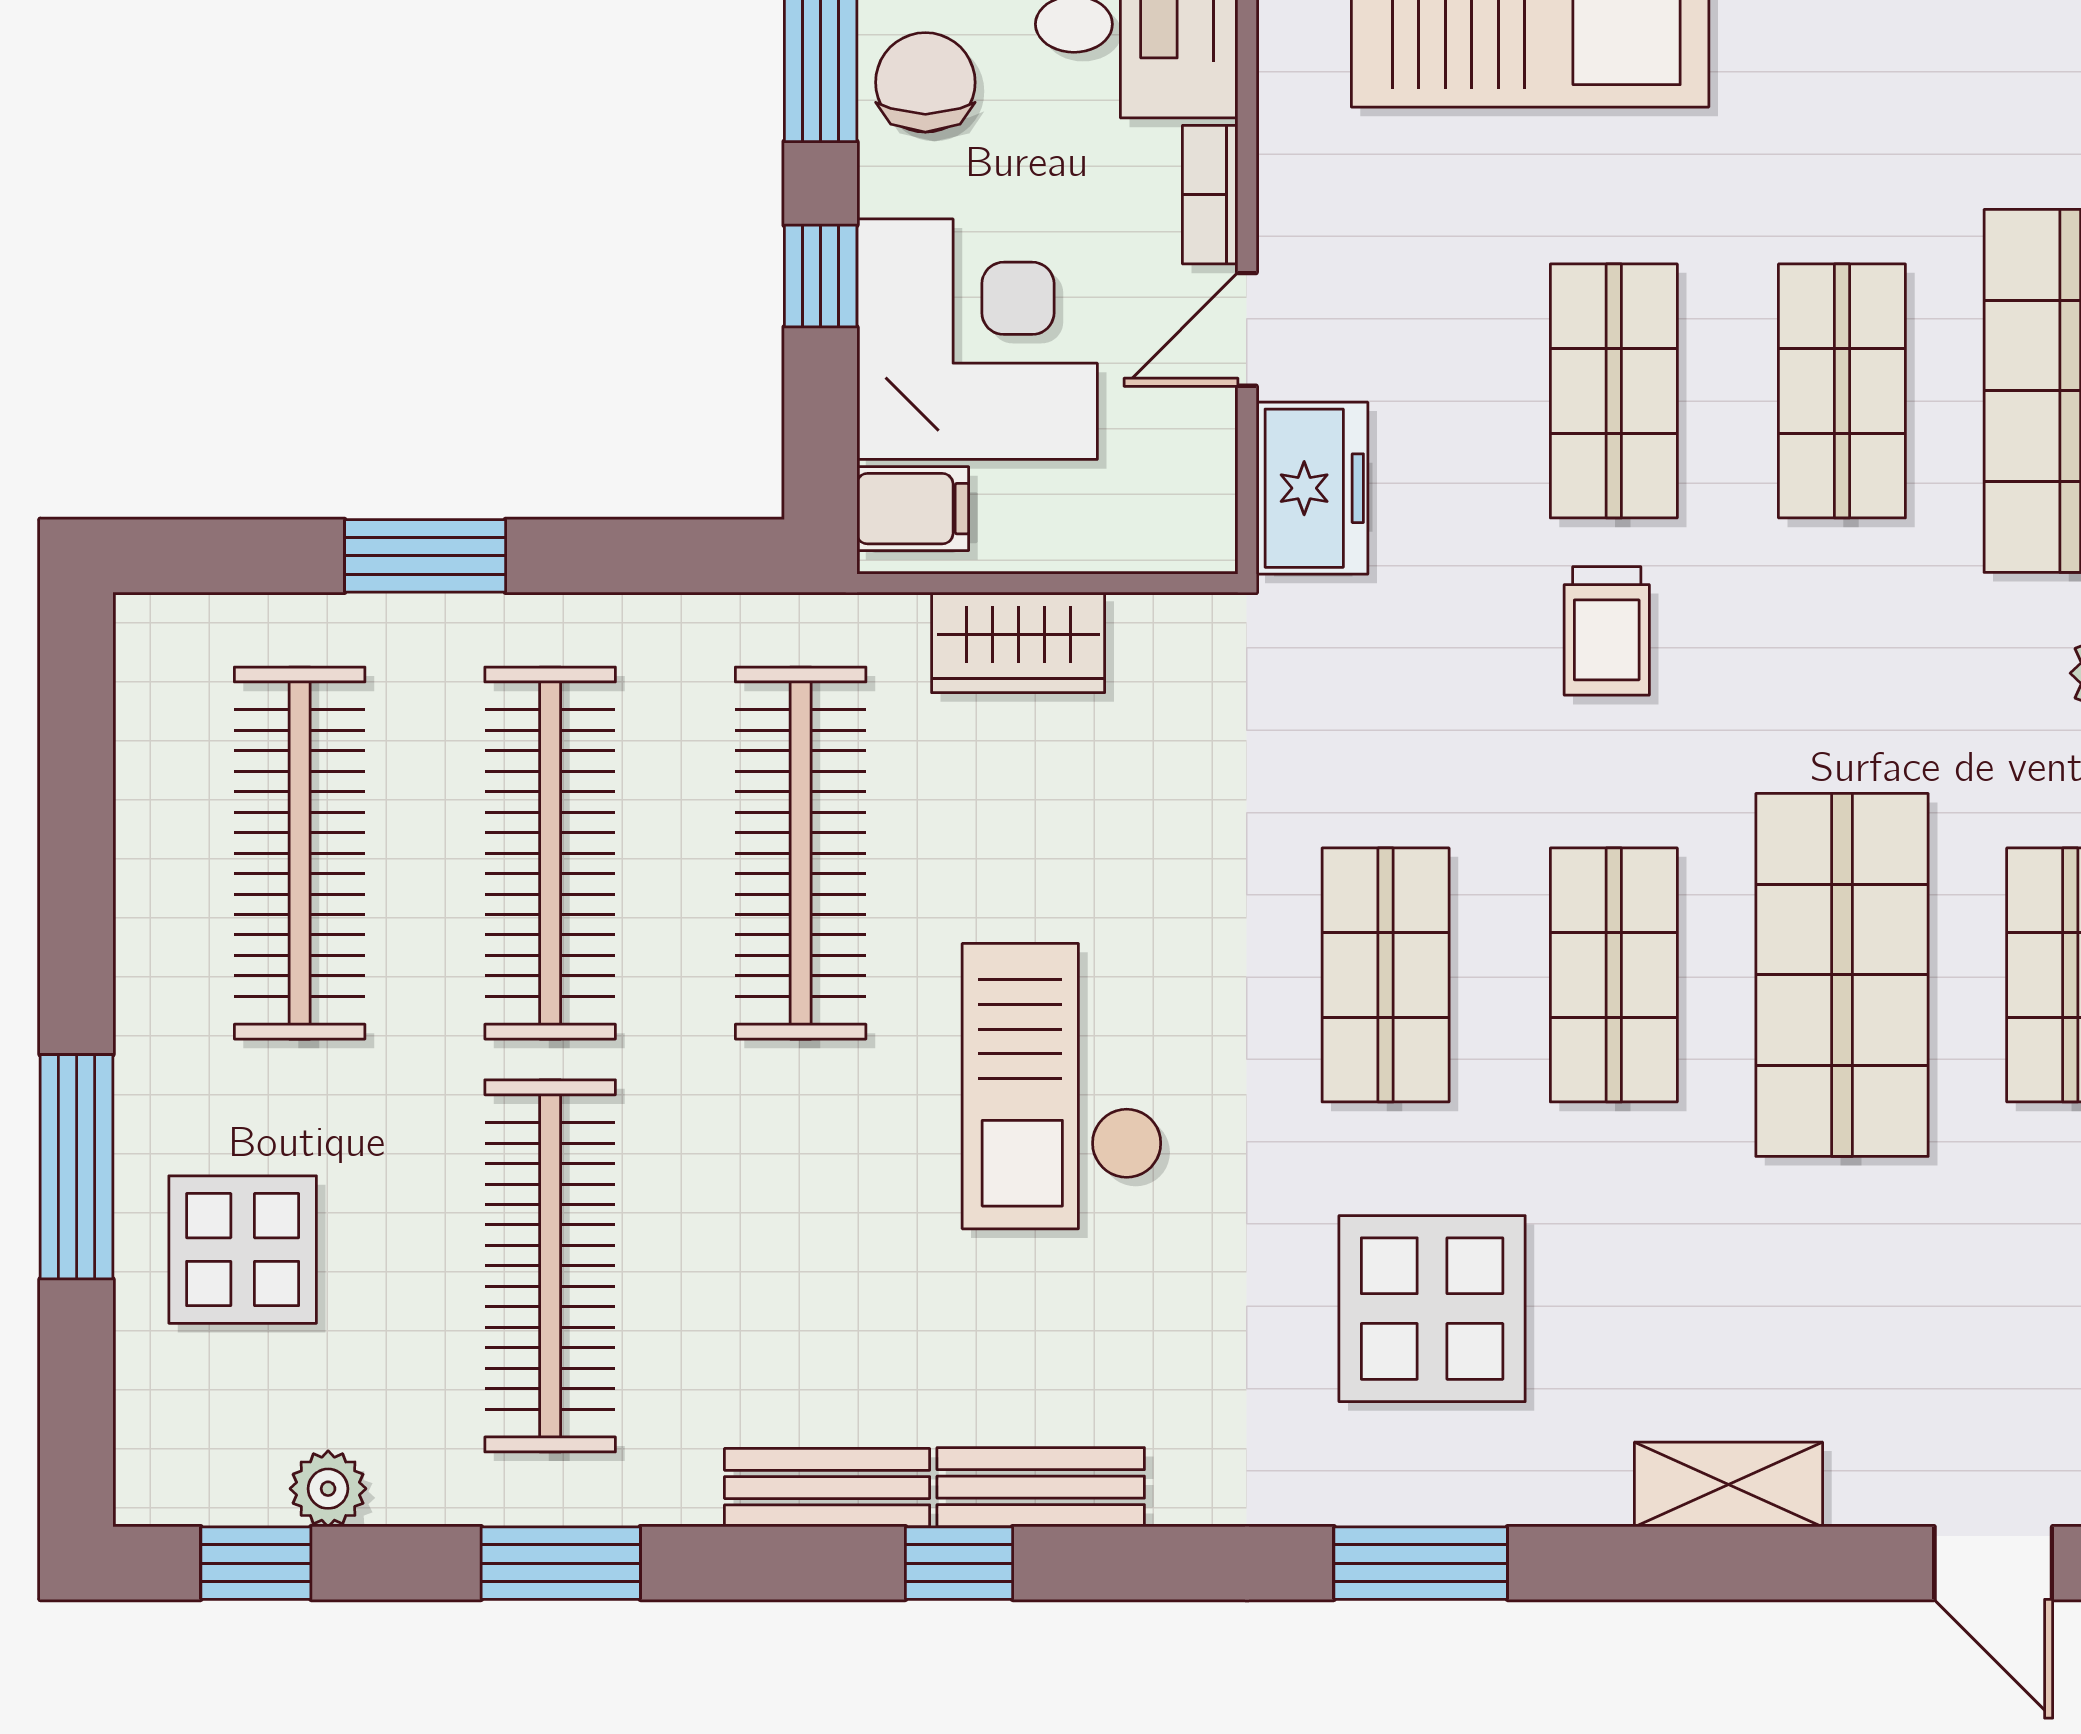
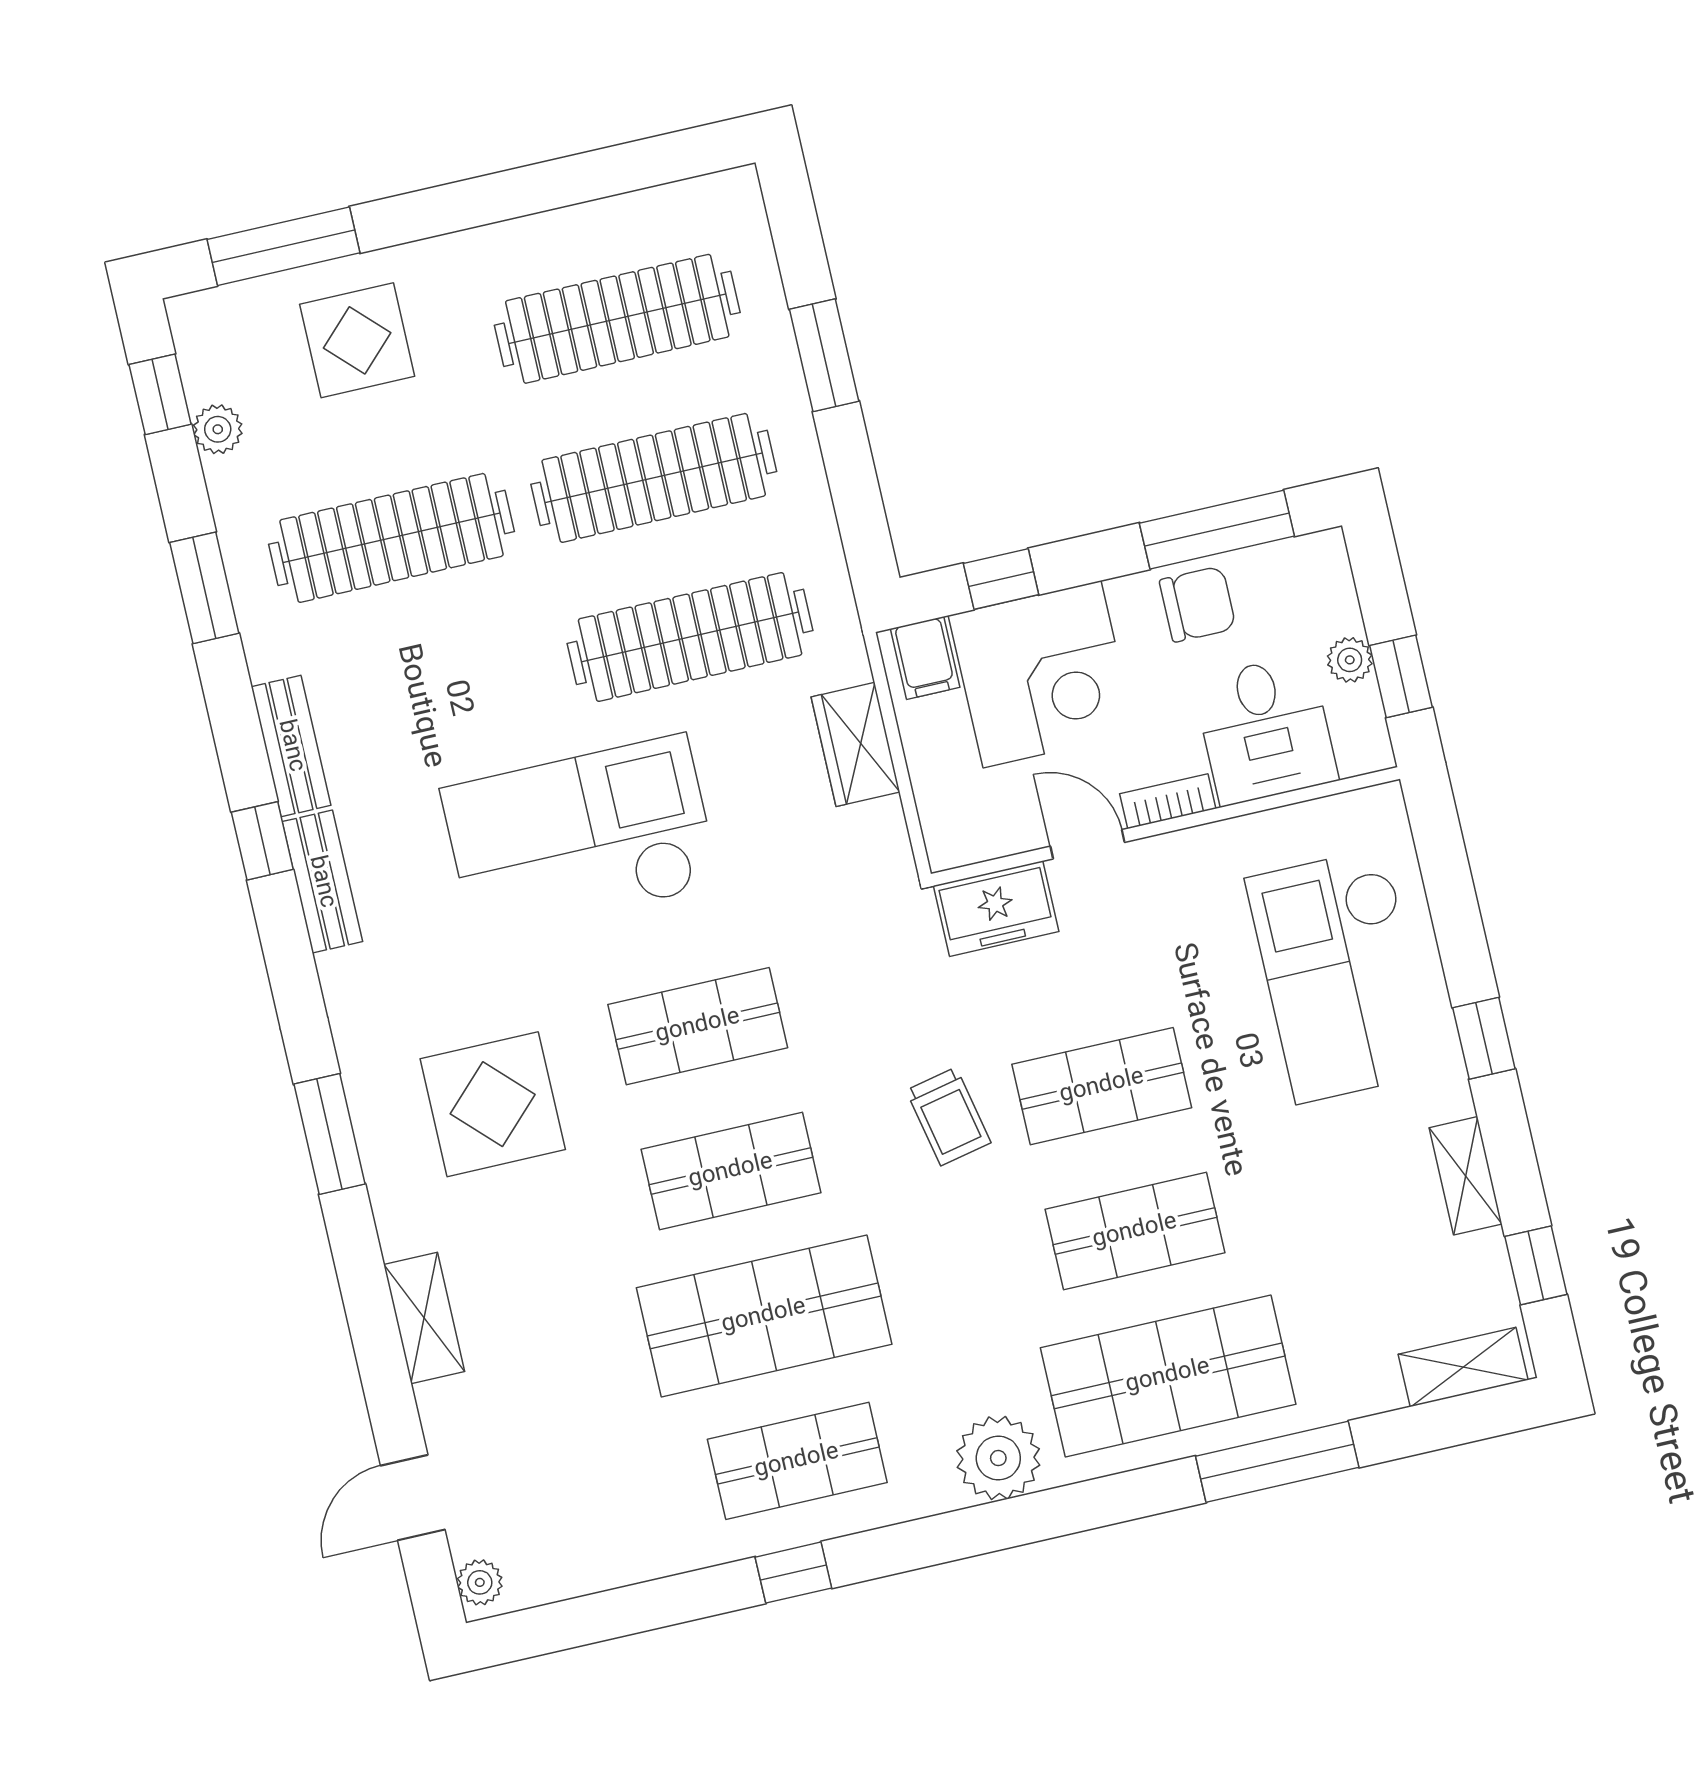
window: (821, 276) -> (1001, 579), moved
trolley: (1607, 631) -> (948, 1117), turned -102
checkout: (1062, 1086) -> (580, 837), width x1.36, depth x1.21
window: (77, 1167) -> (283, 246), moved

